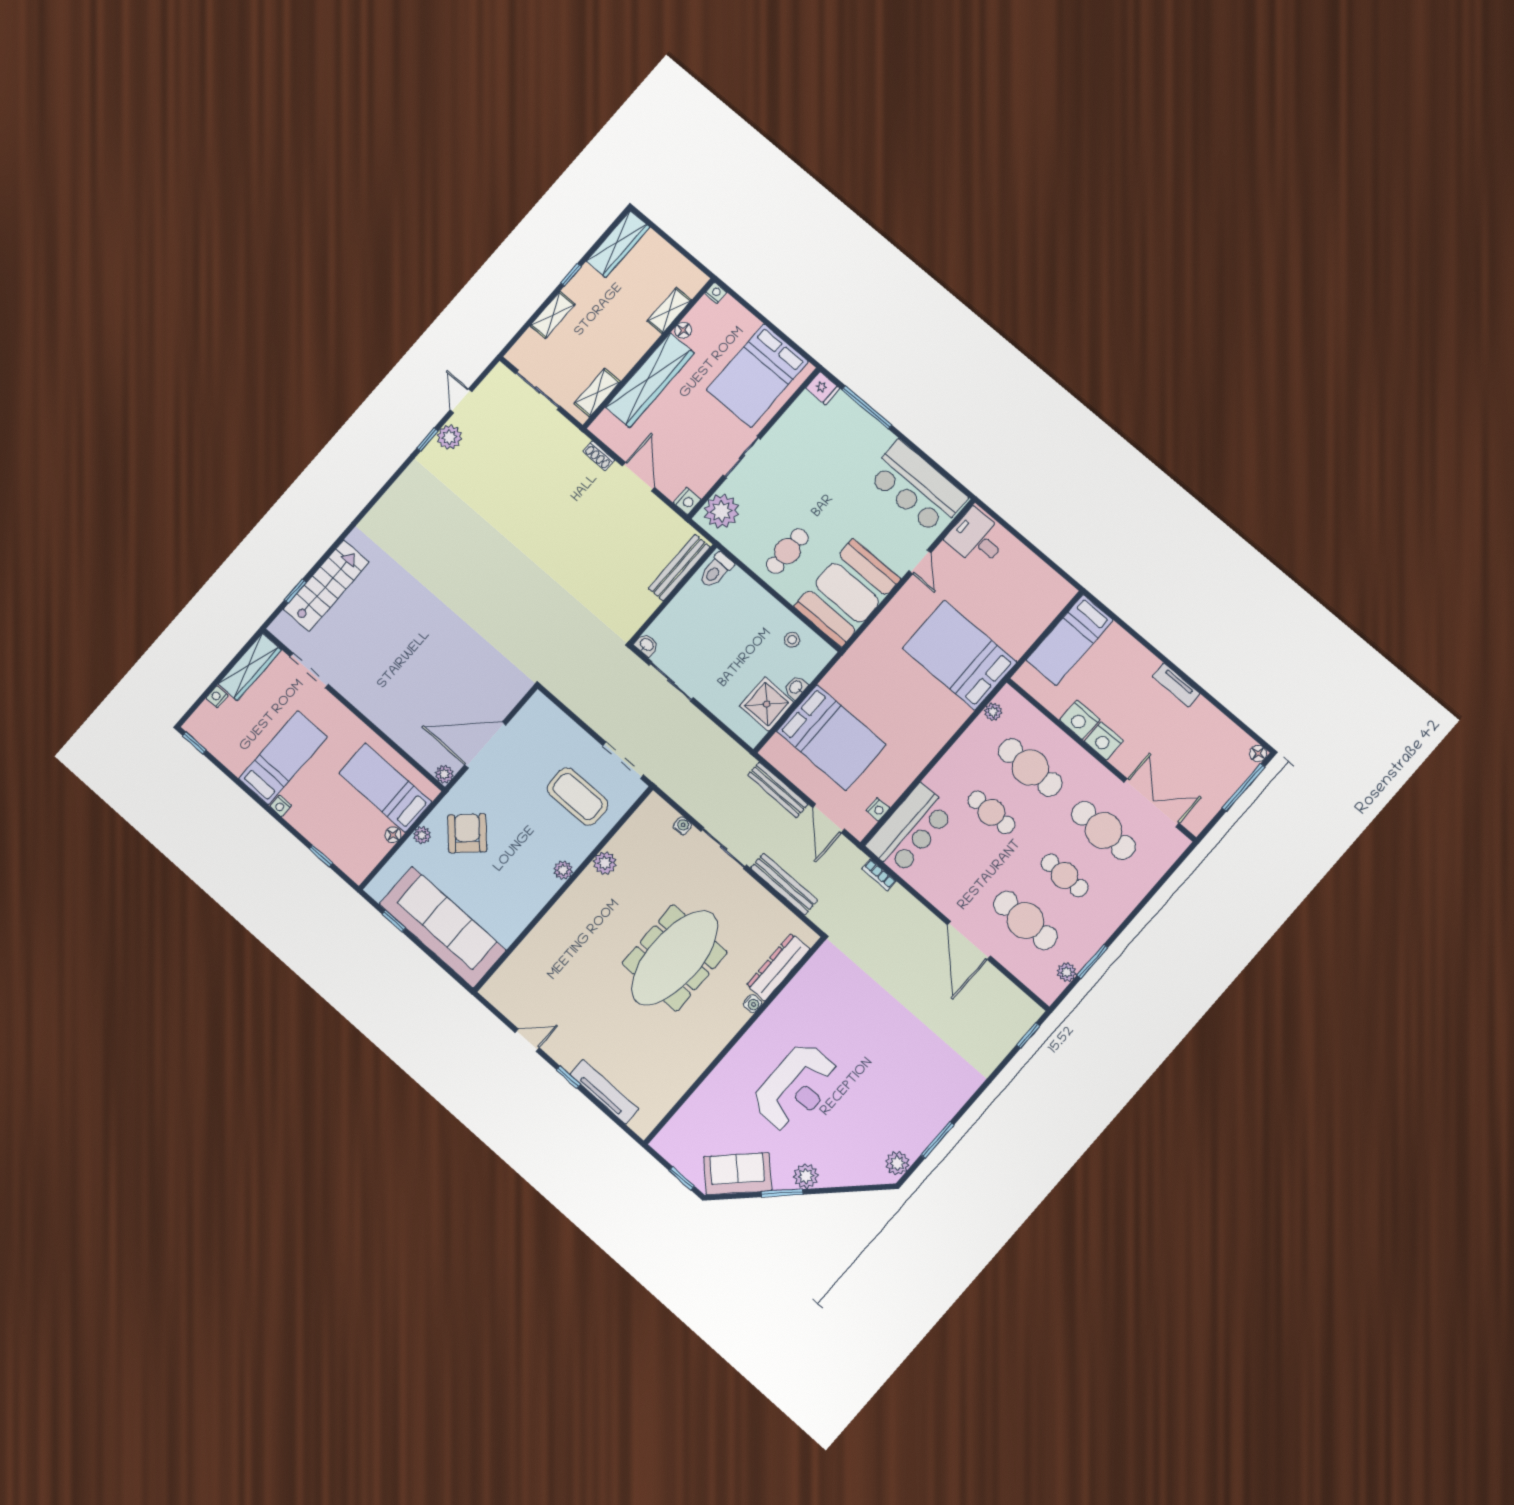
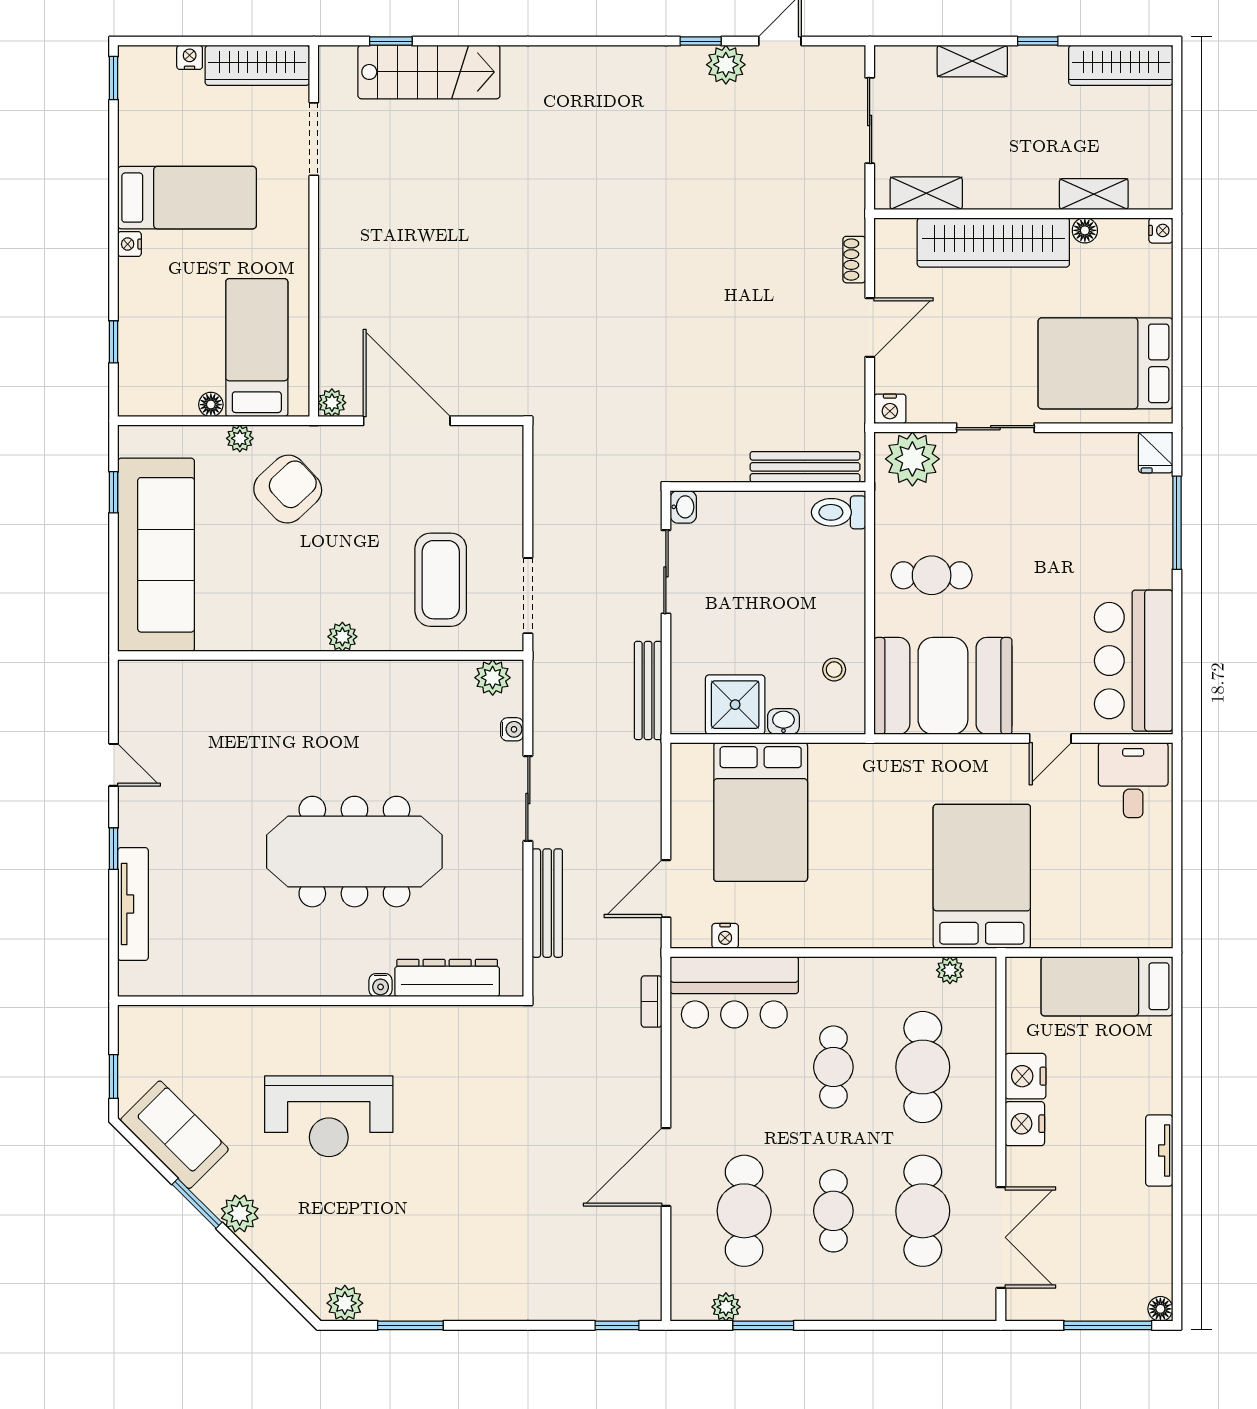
bench: (778, 790) -> (648, 690), moved
plant: (605, 863) -> (493, 678), moved

